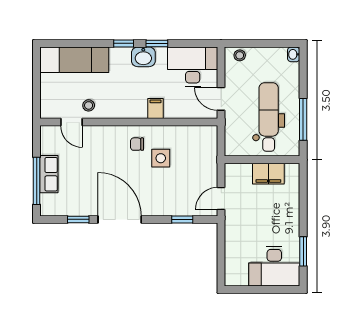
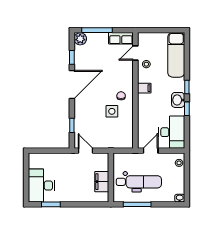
filing cabinet: (156, 108) -> (144, 88), moved
row of seats: (49, 174) -> (121, 38), moved
plant: (50, 207) -> (80, 39), added

